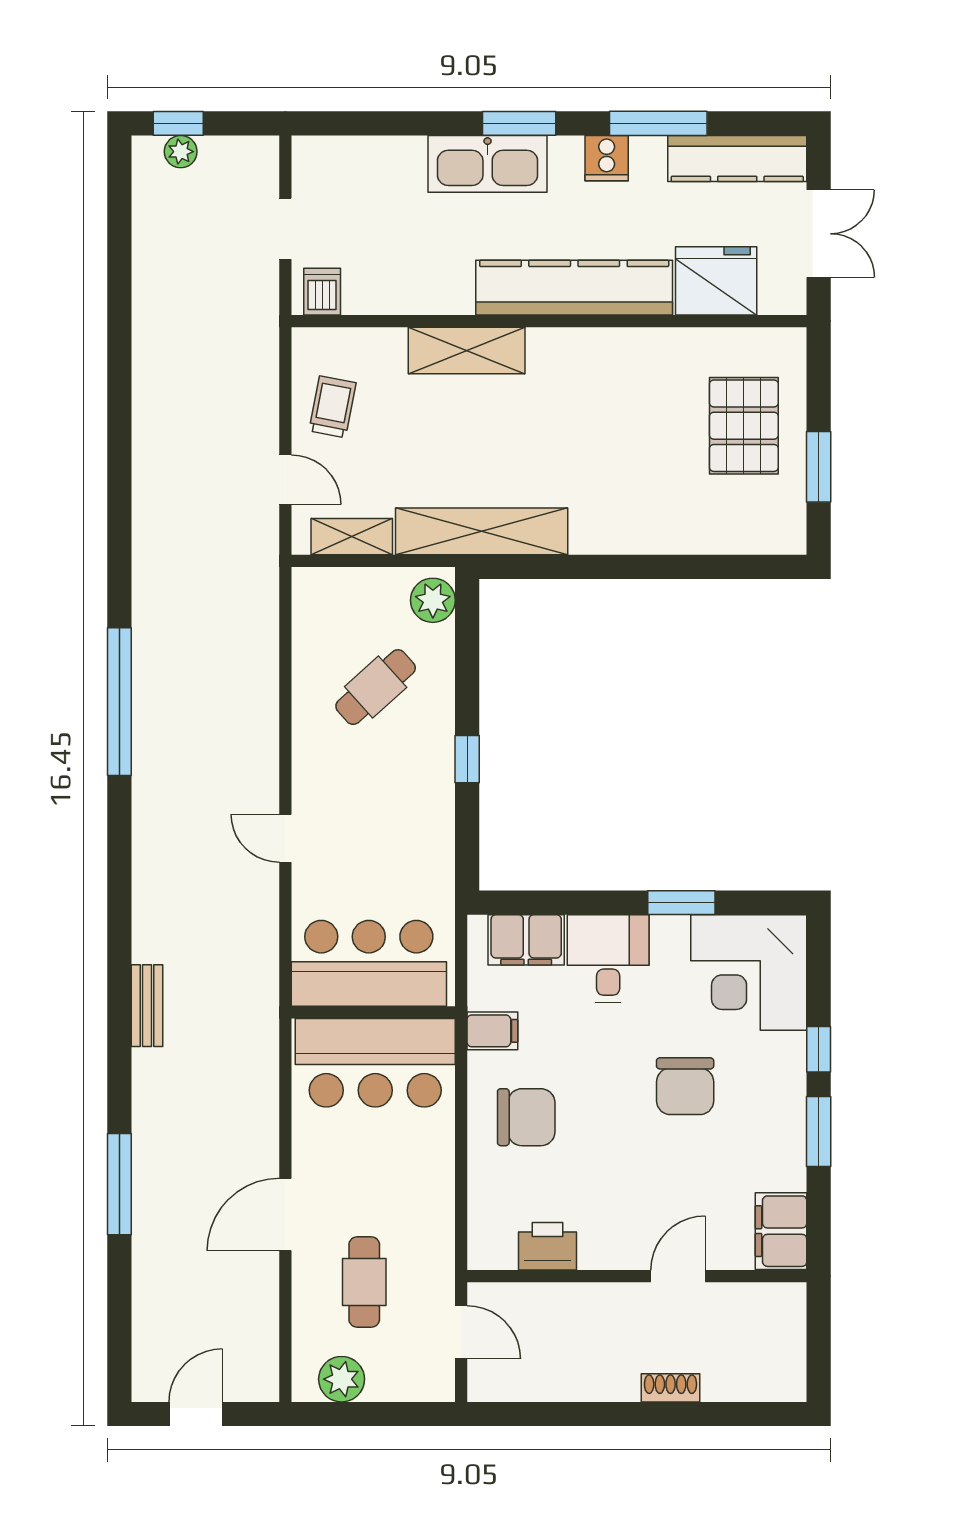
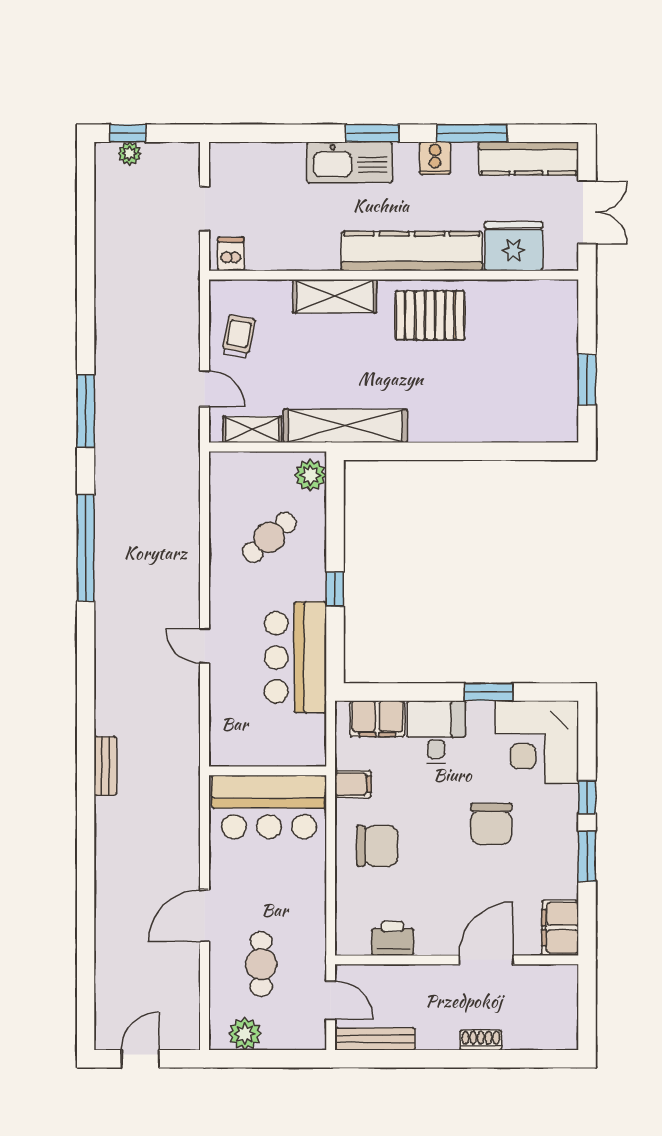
pallet: (744, 426) -> (430, 315), moved, turned 90
bar counter: (369, 963) -> (295, 657), moved, turned -90
window: (119, 1184) -> (86, 411), moved
door: (678, 1276) -> (486, 960), width x1.38
bench: (523, 1386) -> (375, 1039), added

